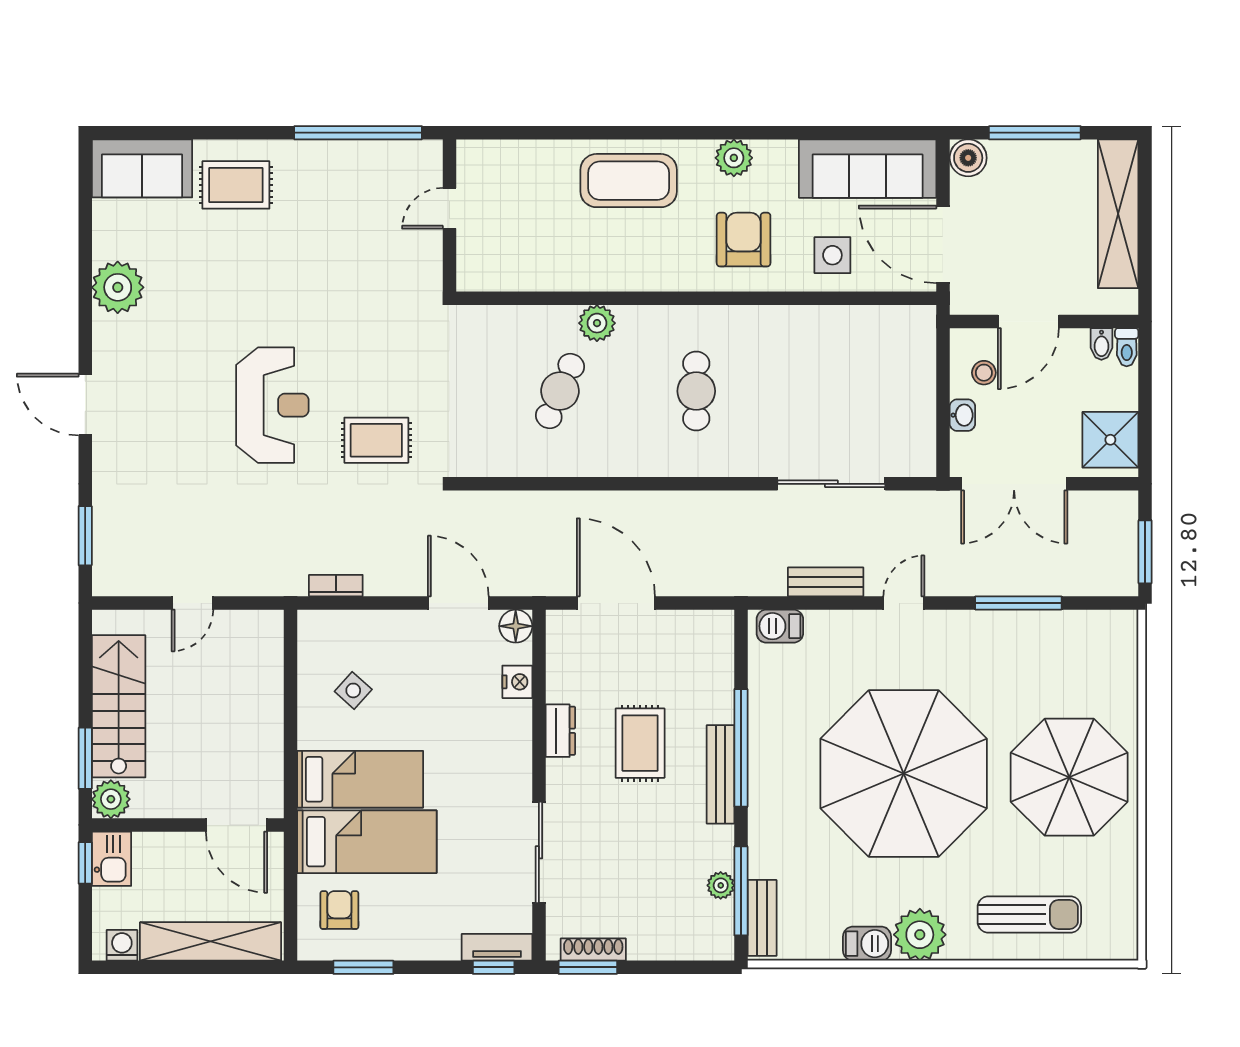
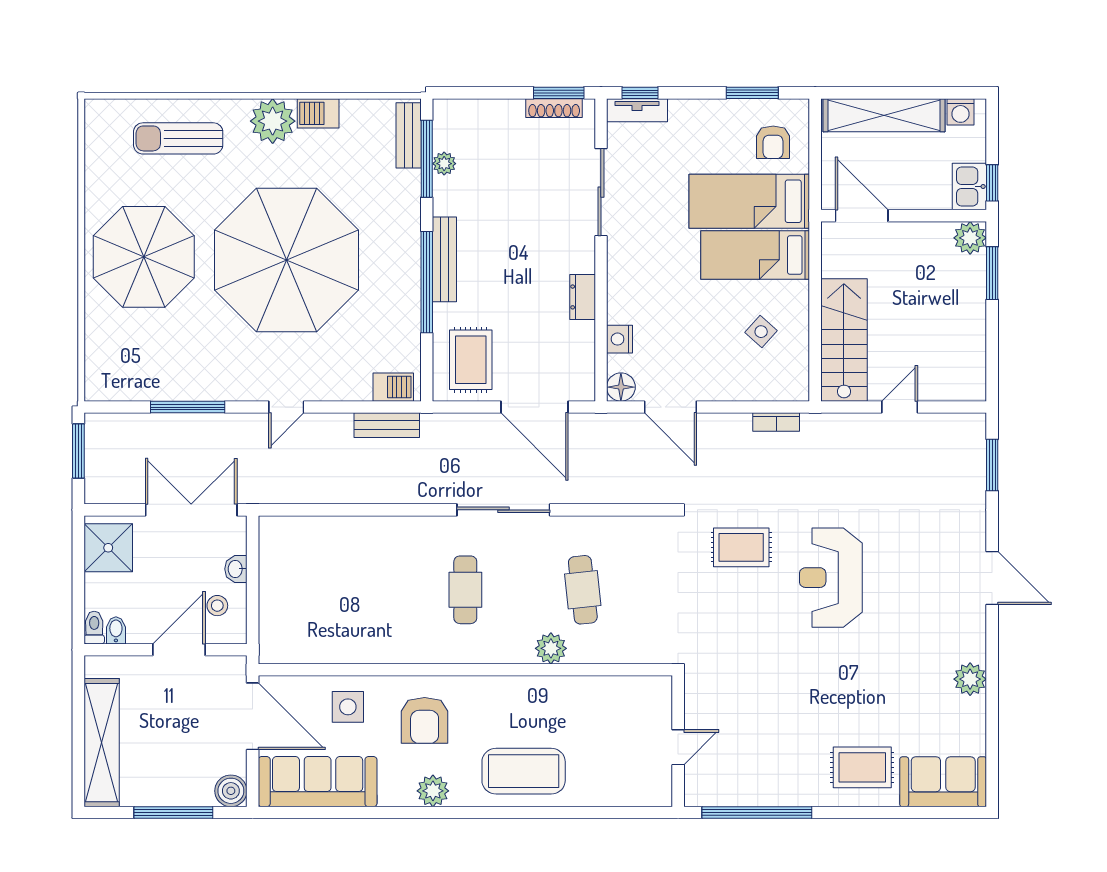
plant: (118, 287) -> (970, 679), width x0.73, depth x0.73
cafe table: (560, 391) -> (583, 590), turned -30
sliding door: (831, 484) -> (503, 510), moved
bench: (826, 582) -> (387, 425), moved
stairs: (119, 706) -> (844, 340), moved, turned 180
rug: (640, 743) -> (471, 360), moved

